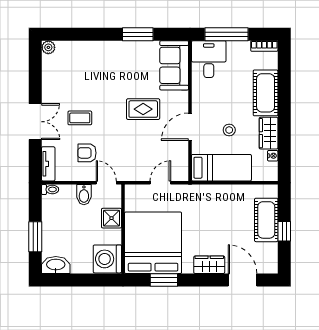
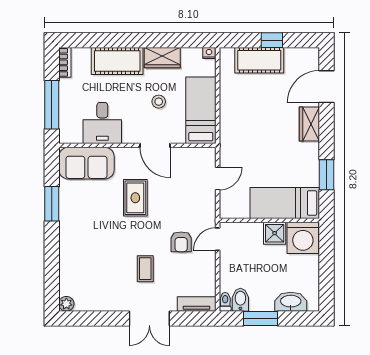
desk: (209, 59) -> (102, 123), moved, turned -90
double door: (35, 122) -> (149, 318), swing flipped
armchair: (87, 153) -> (181, 242), moved
nightstand: (273, 156) -> (209, 53), moved
door: (160, 183) -> (218, 179), swing flipped
bidet: (84, 195) -> (240, 300), moved, turned -90
shower: (112, 218) -> (275, 233), moved
window: (35, 237) -> (260, 318), moved
bed: (153, 243) -> (285, 203), width x0.49
washbasin: (56, 265) -> (291, 302), moved, turned 90

